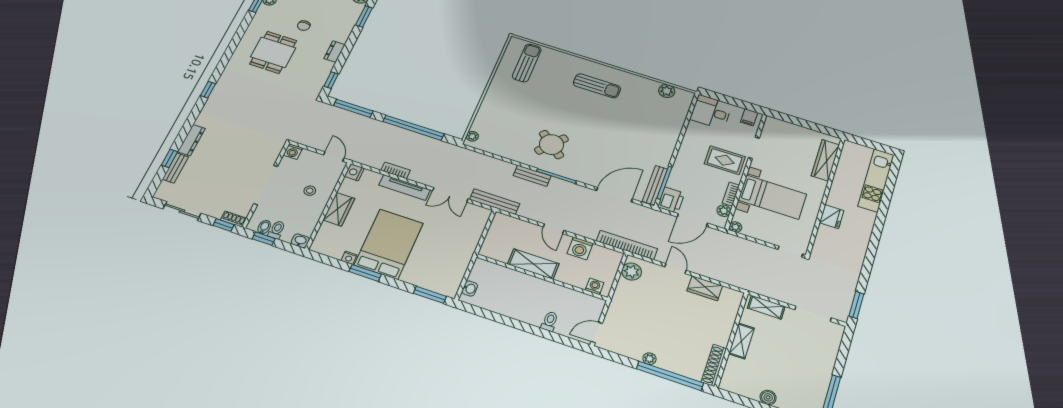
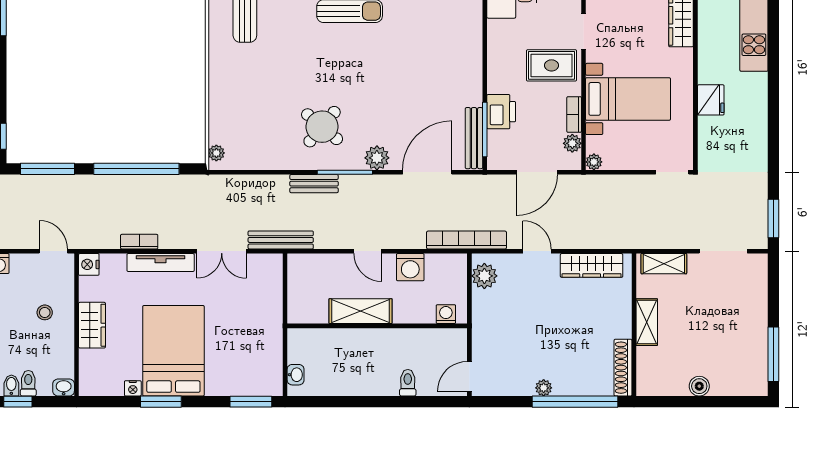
plant: (582, 175) -> (377, 158), added
printer: (671, 200) -> (501, 112), moved
wardrobe: (705, 288) -> (592, 265), width x1.50

